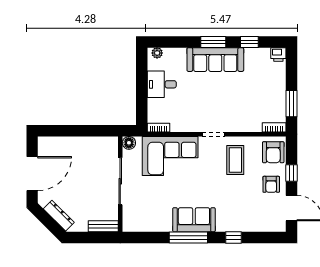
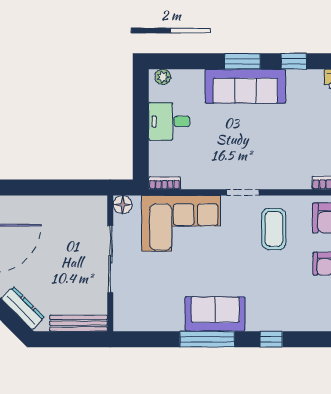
bench: (103, 226) -> (79, 323), width x1.36

